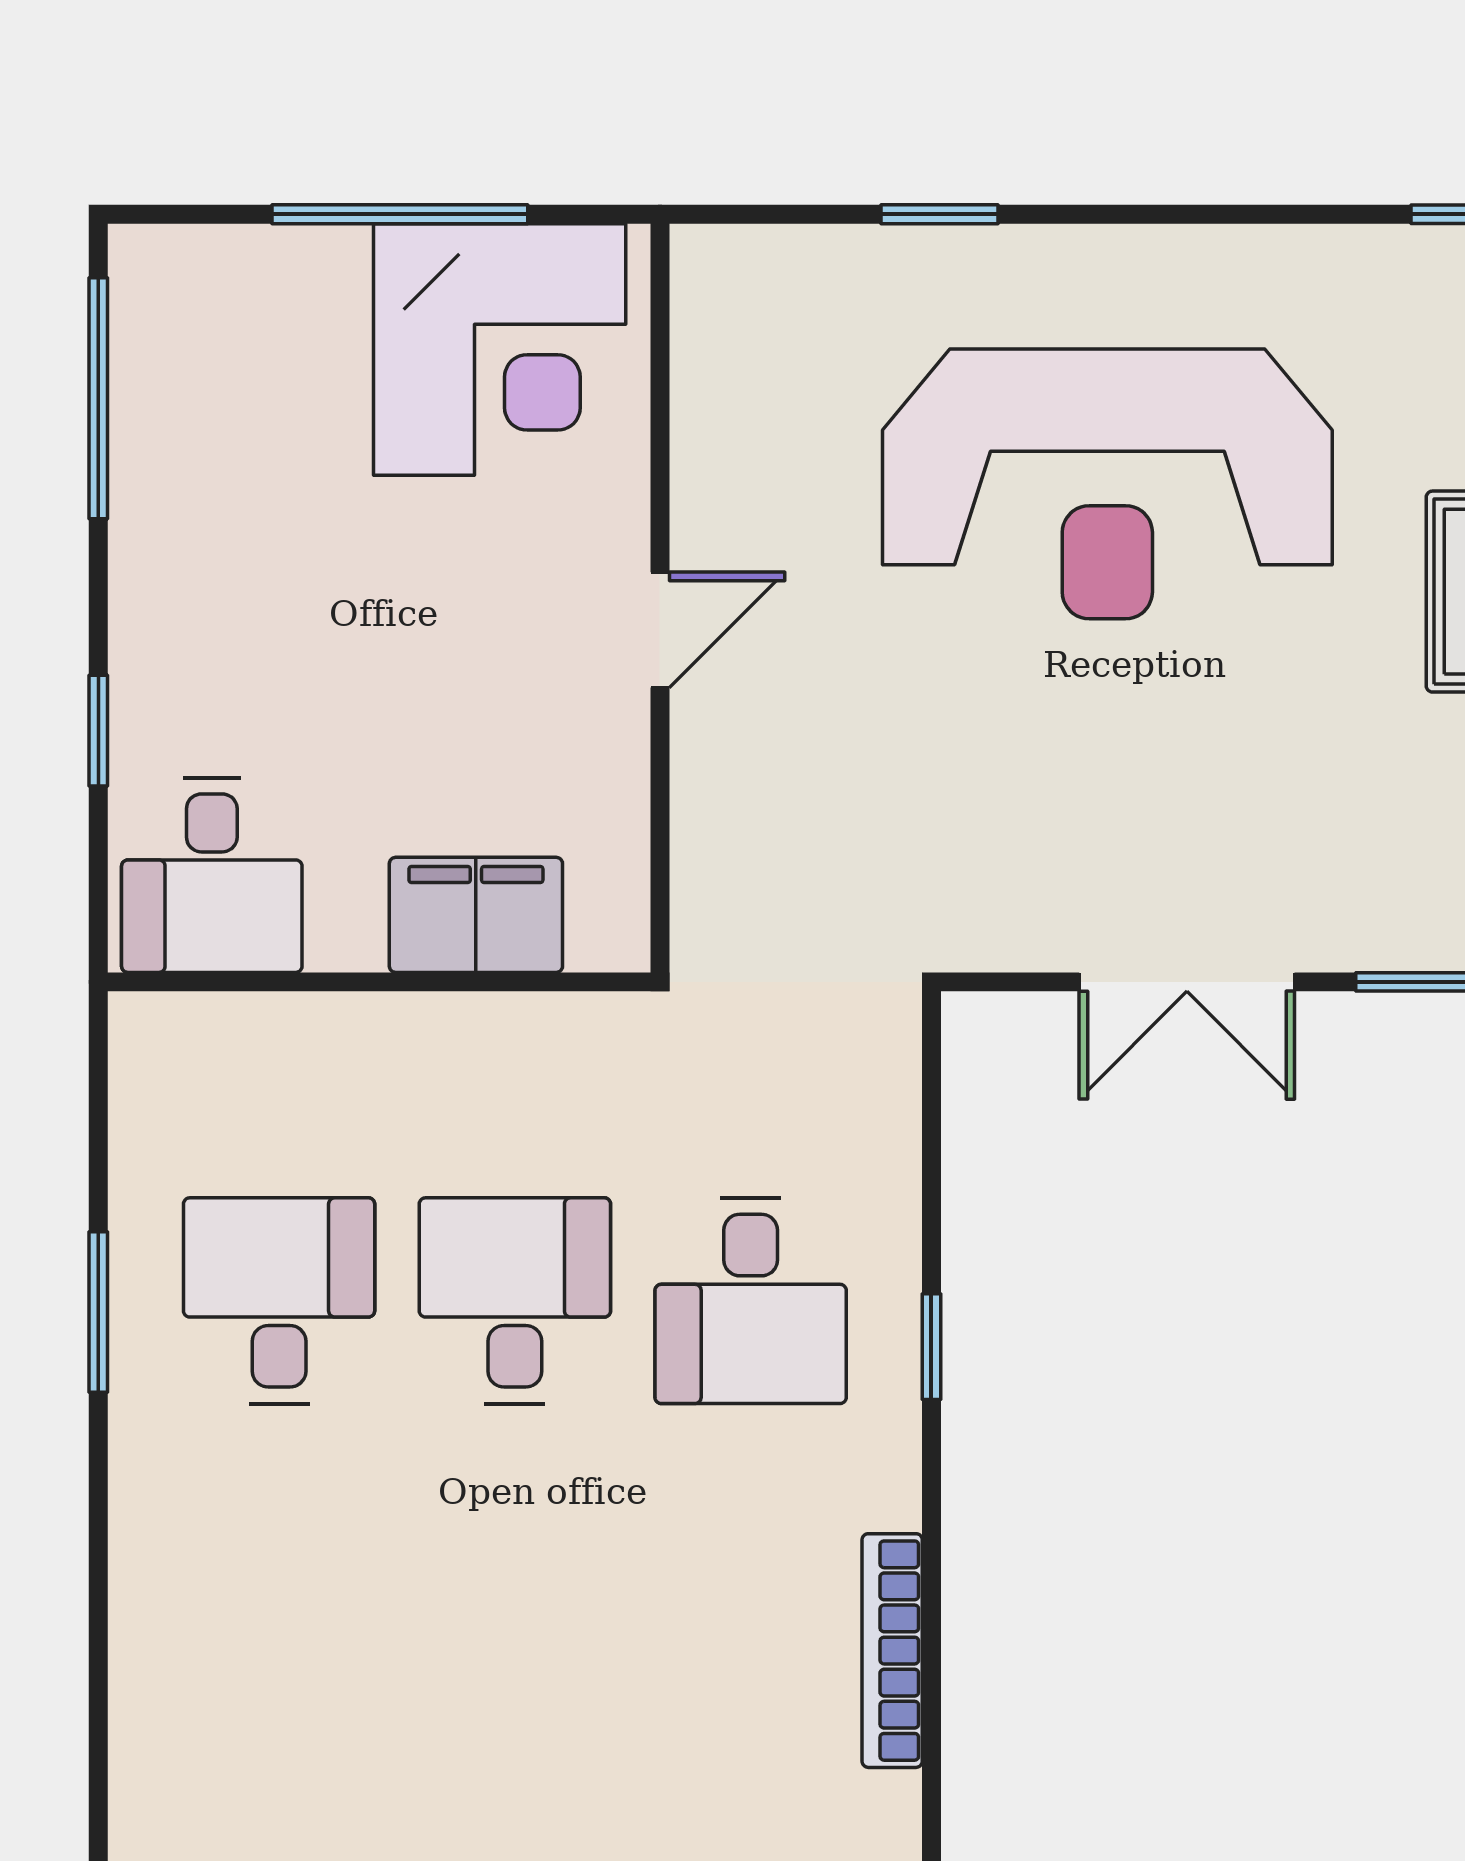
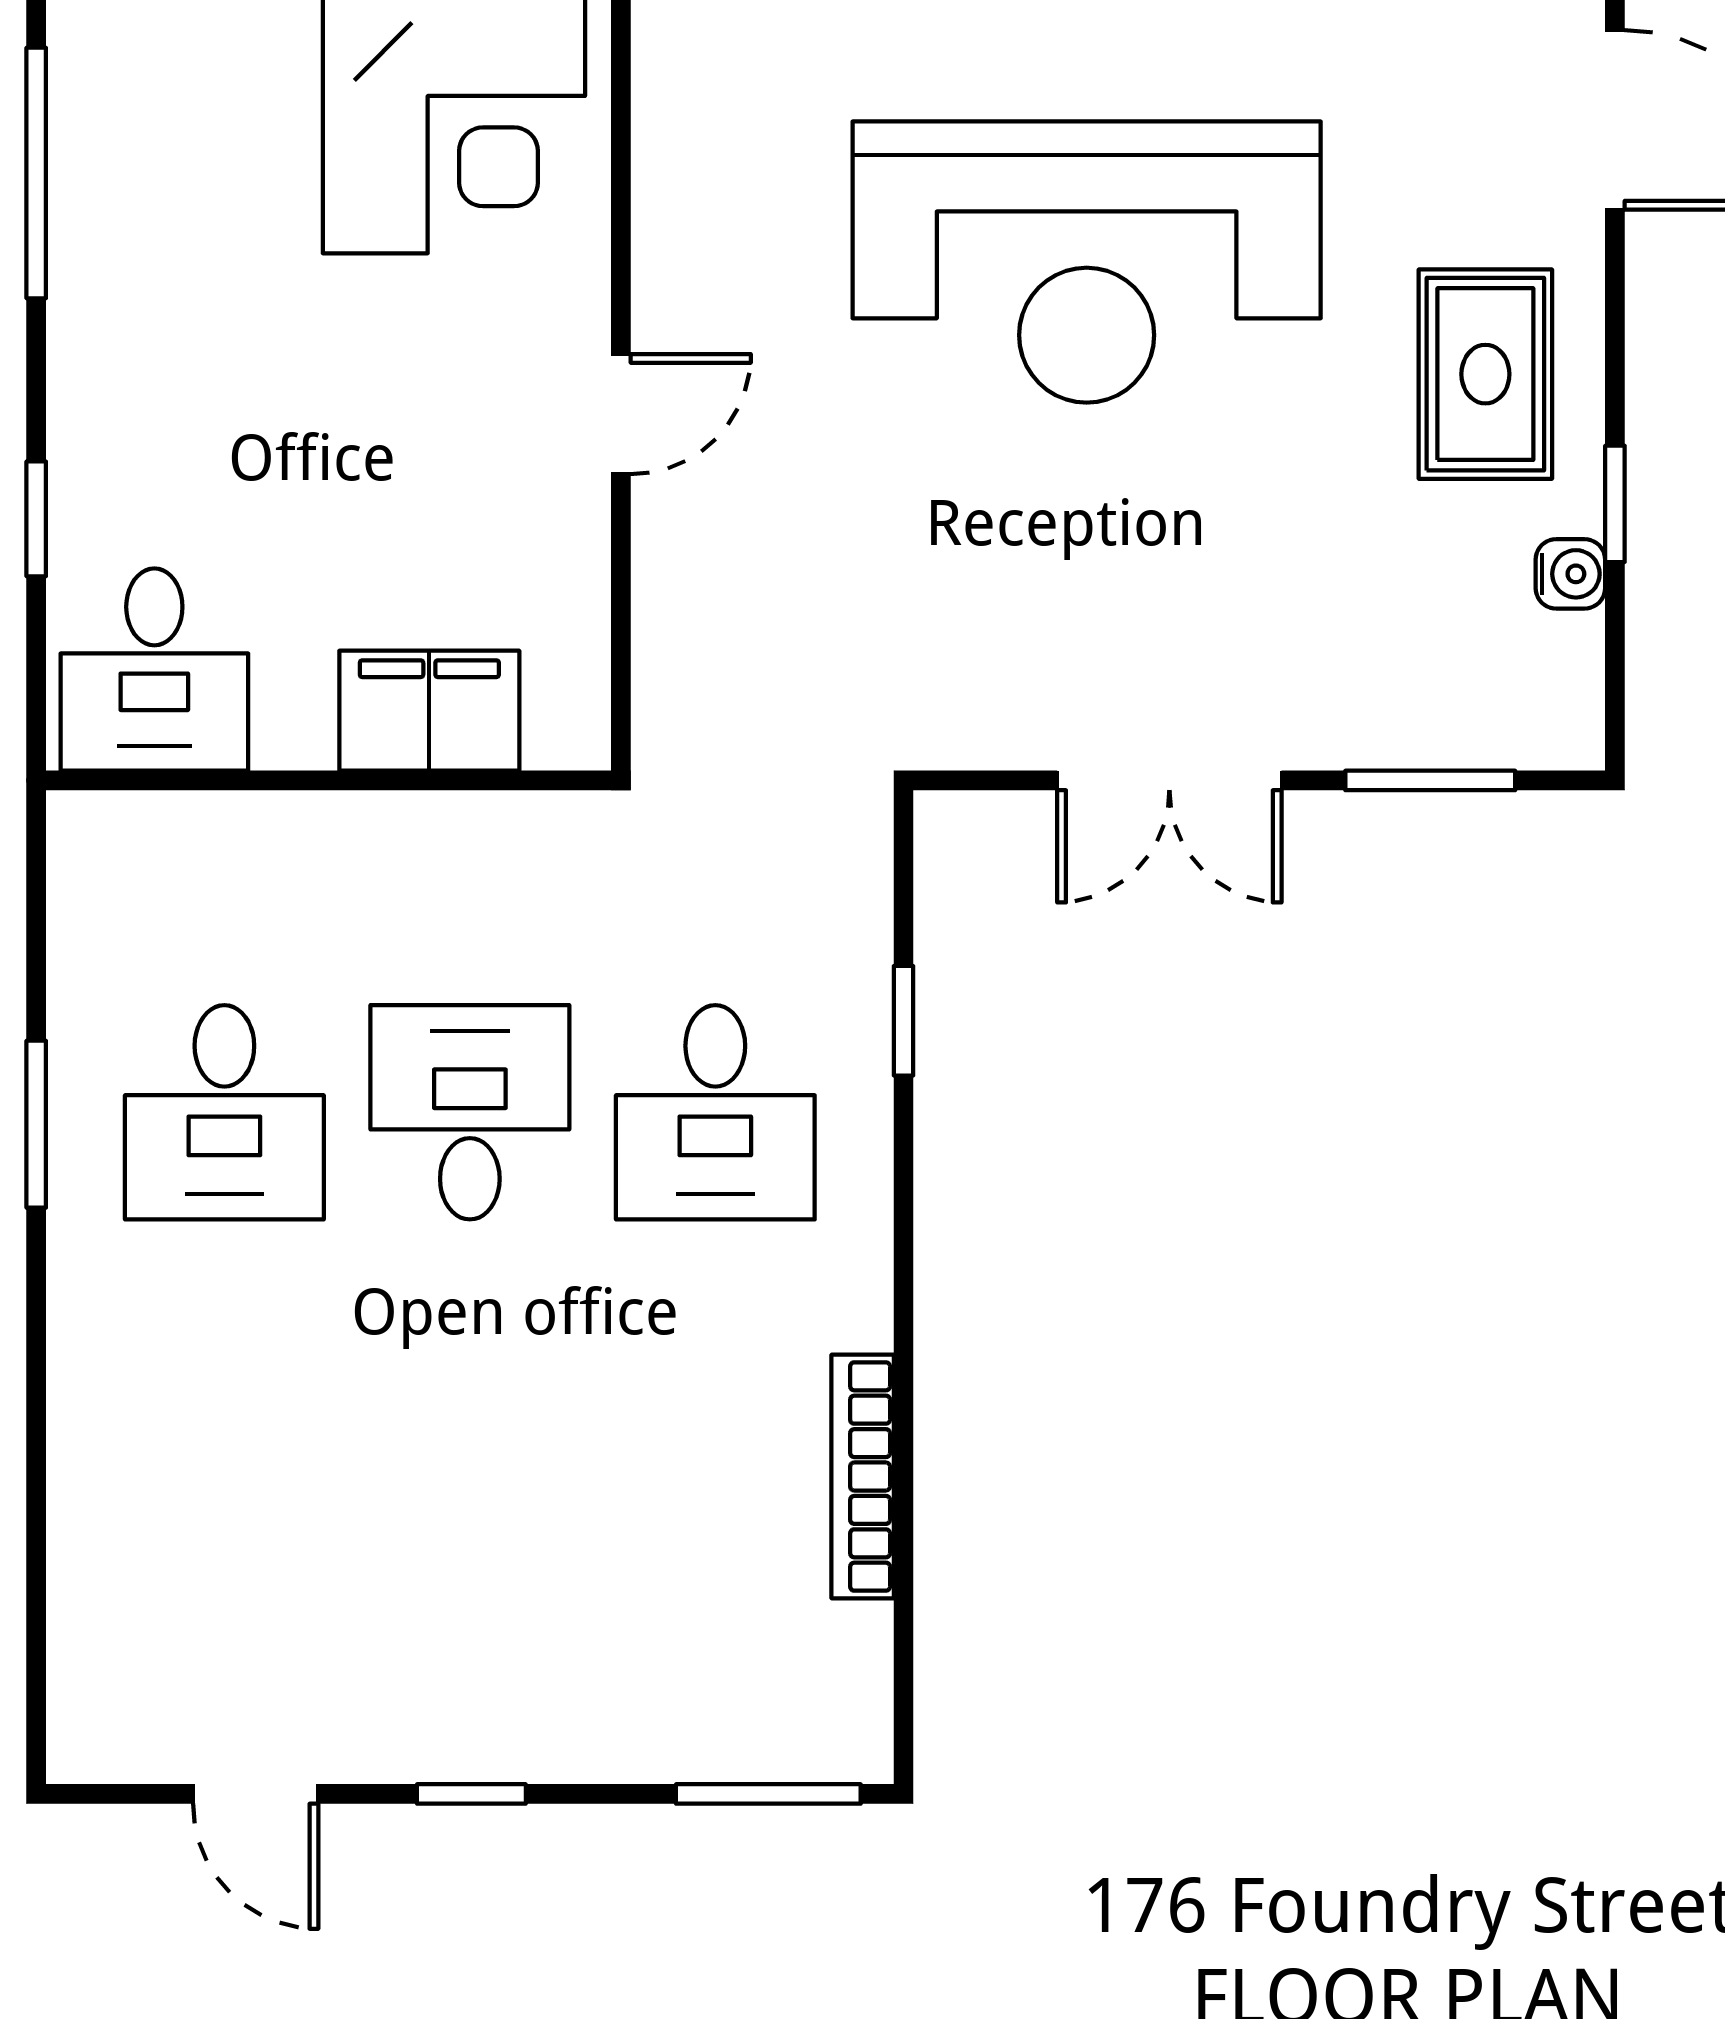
desk: (279, 1301) -> (224, 1112), turned 180
window: (931, 1347) -> (904, 1021), moved

